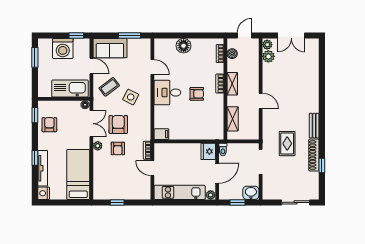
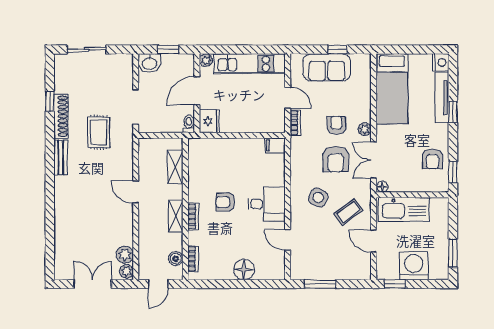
sofa: (110, 48) -> (327, 67), moved, turned 180

